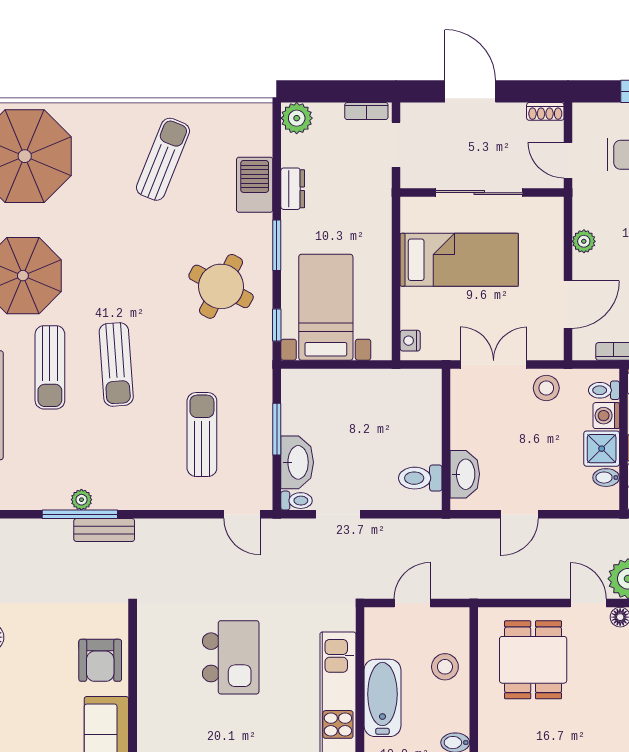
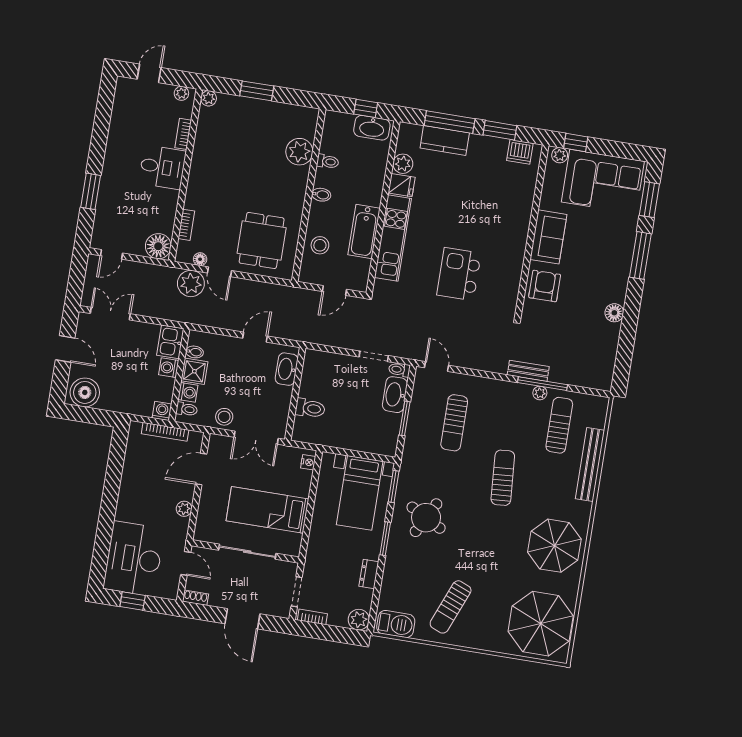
barbecue: (255, 185) -> (396, 624), moved, turned -90
window: (277, 325) -> (394, 486), width x1.50
sun lounger: (50, 367) -> (559, 425), moved
toilet: (420, 478) -> (310, 408), moved

